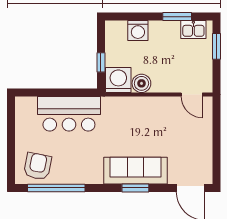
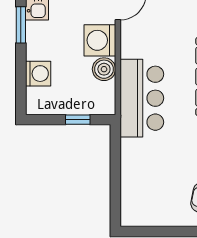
washing machine: (118, 80) -> (100, 40), moved
bar counter: (69, 114) -> (142, 98), moved

